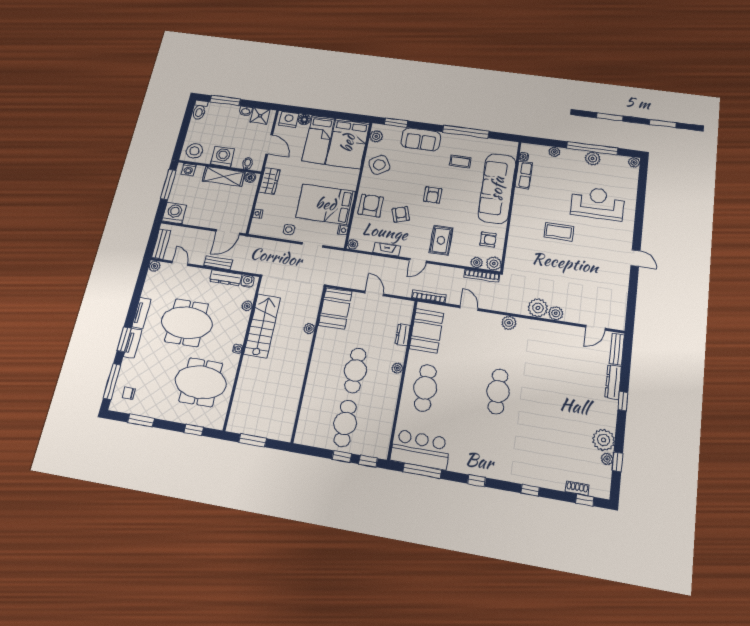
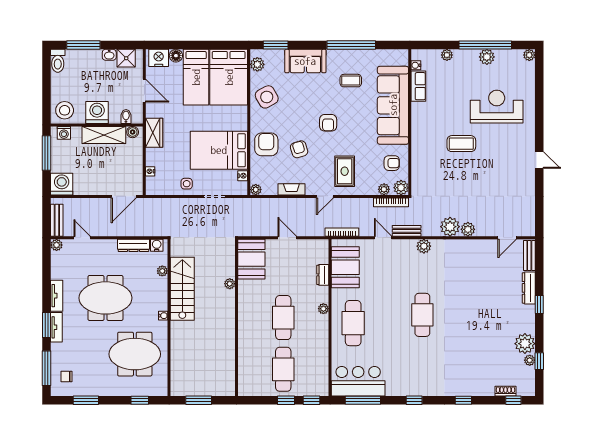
bench: (218, 263) -> (407, 231), moved

